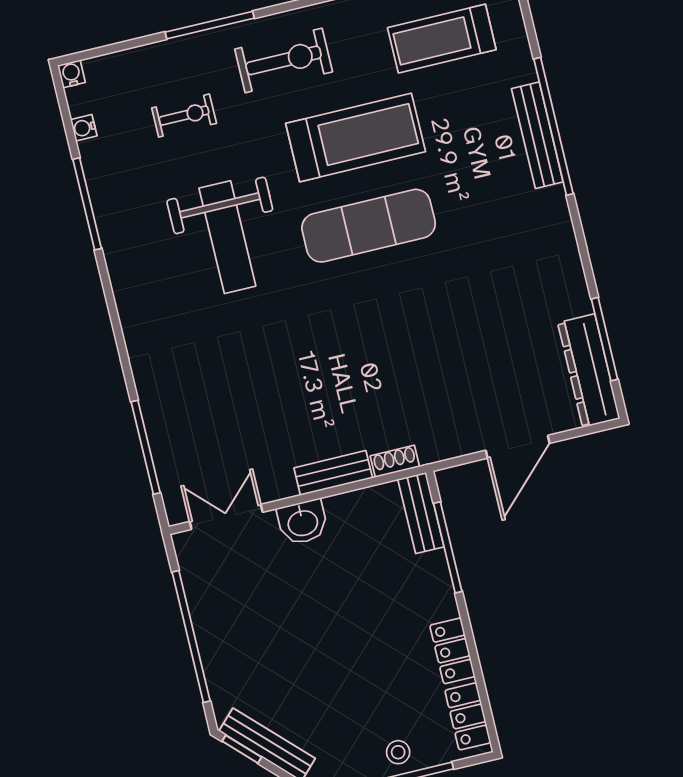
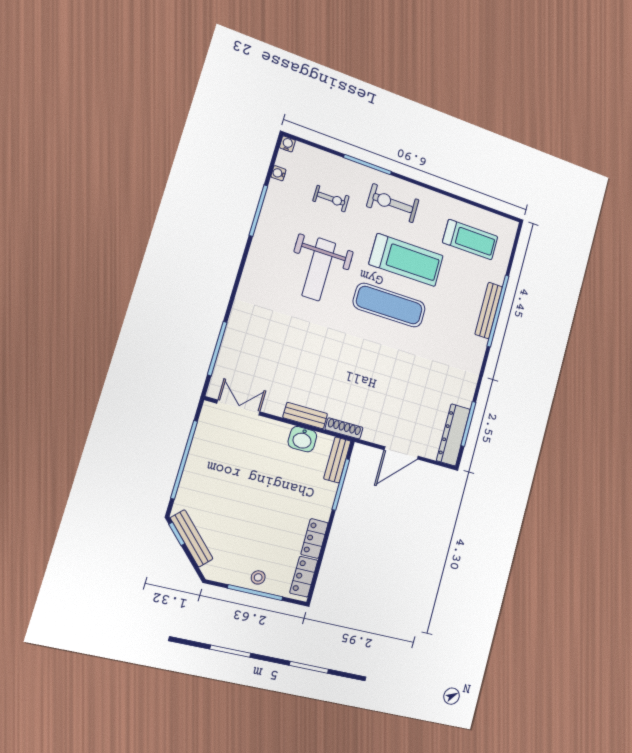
treadmill: (442, 39) -> (470, 240), turned 180
exercise bike: (284, 60) -> (393, 203), turned 180
shoe rack: (395, 461) -> (344, 428), width x1.43
washbasin: (303, 522) -> (302, 439), moved

